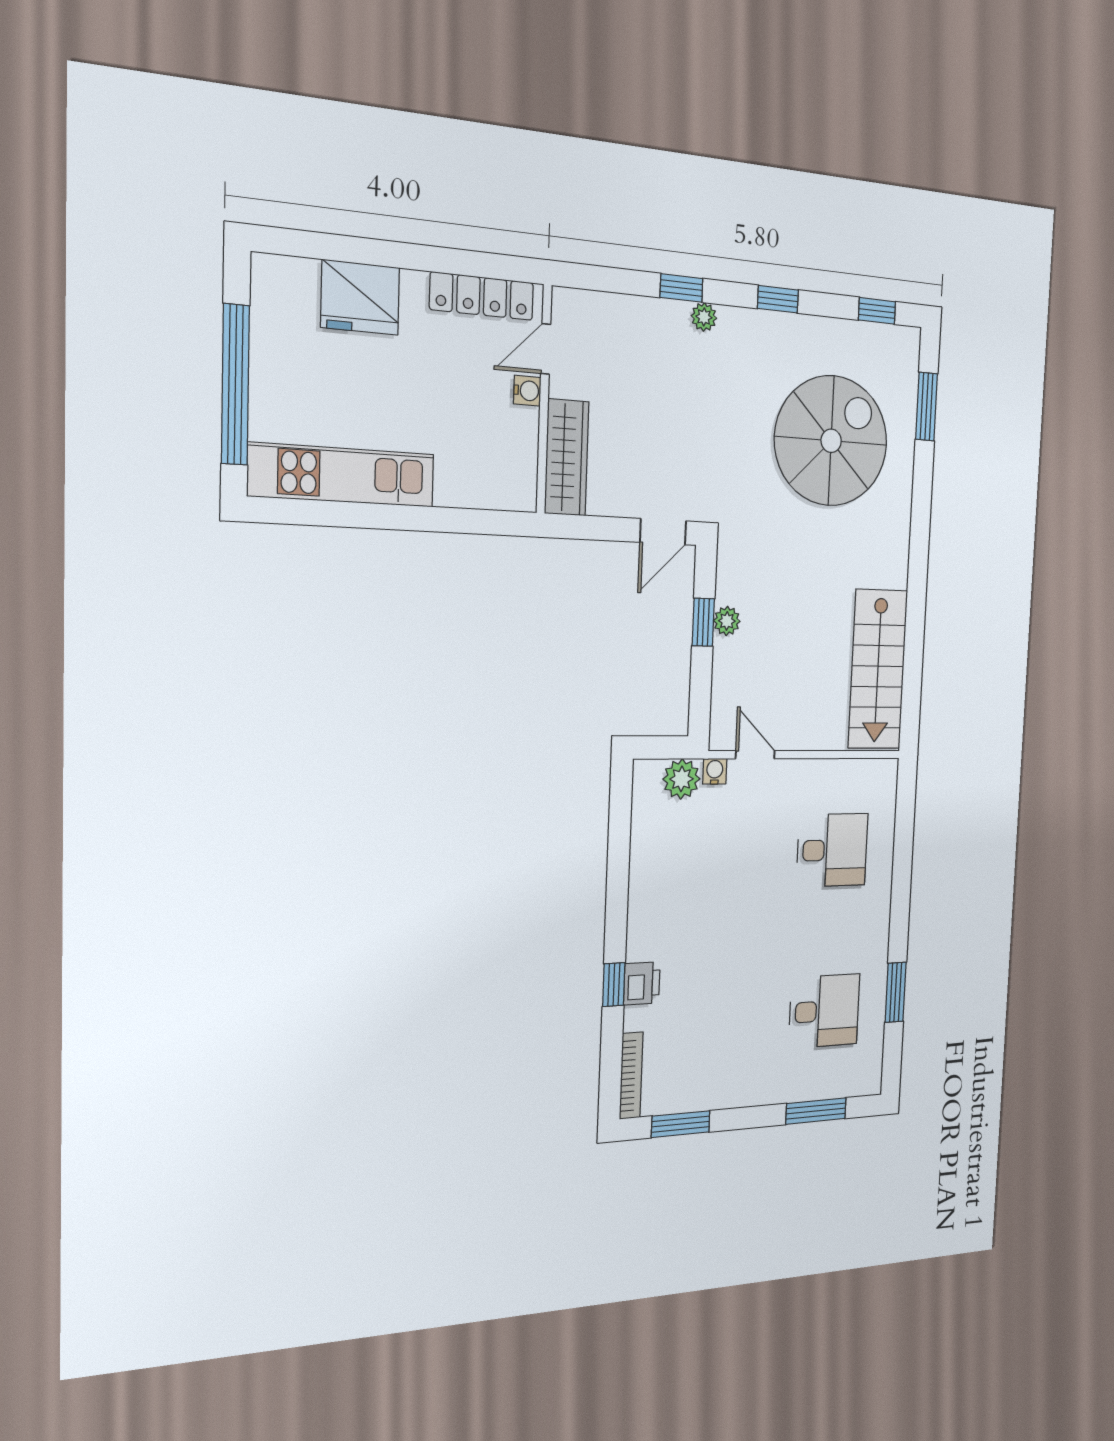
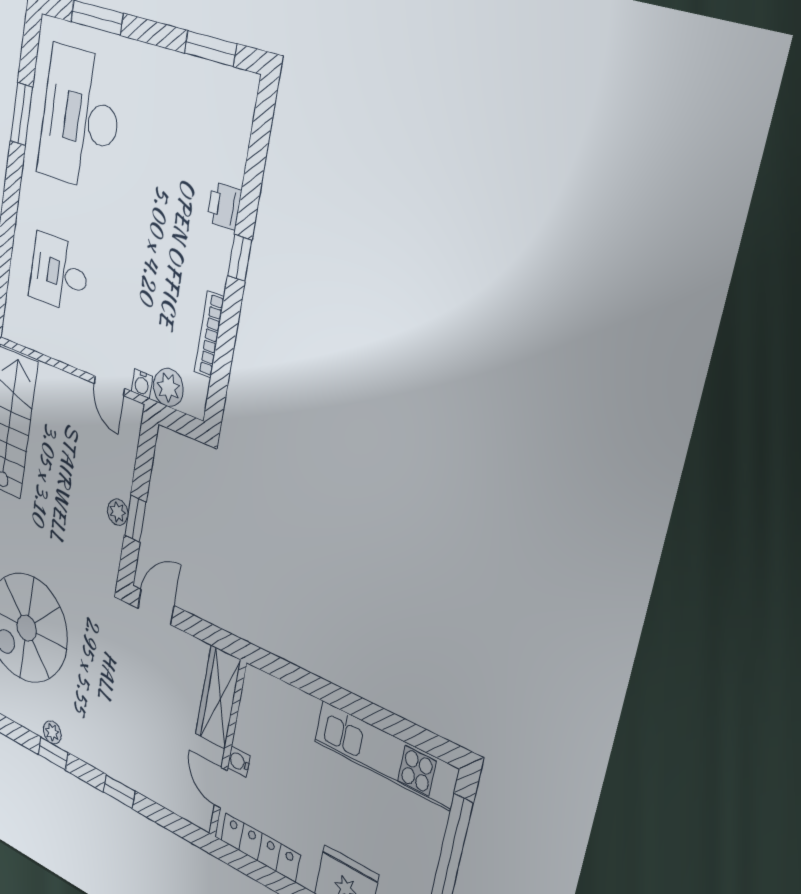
plant: (704, 317) -> (52, 732), moved
door: (546, 349) -> (221, 788), swing flipped
window: (614, 985) -> (240, 258), moved
desk: (824, 1011) -> (80, 118), width x1.87, depth x1.30
bookcase: (631, 1076) -> (209, 334), moved

